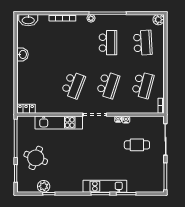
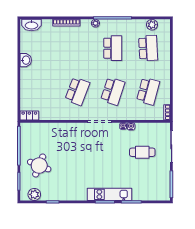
plant: (158, 20) -> (152, 25), moved
kitchen unit: (59, 122) -> (63, 129), removed
plant: (44, 186) -> (34, 194), moved

